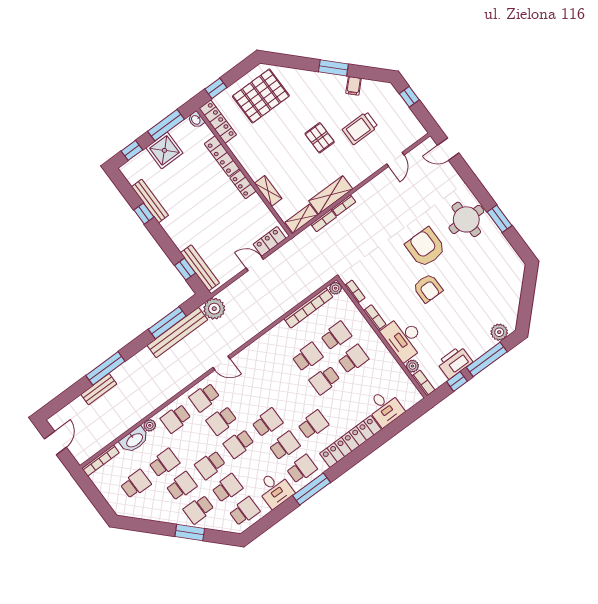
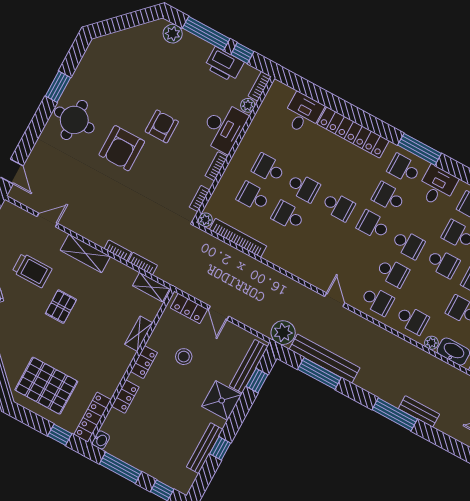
shower: (164, 150) -> (222, 401), moved
locker: (222, 156) -> (125, 397), width x0.66
shelving: (331, 195) -> (85, 253), moved
stool: (232, 219) -> (184, 357), added
school desk: (313, 425) -> (338, 206), moved, turned 180

